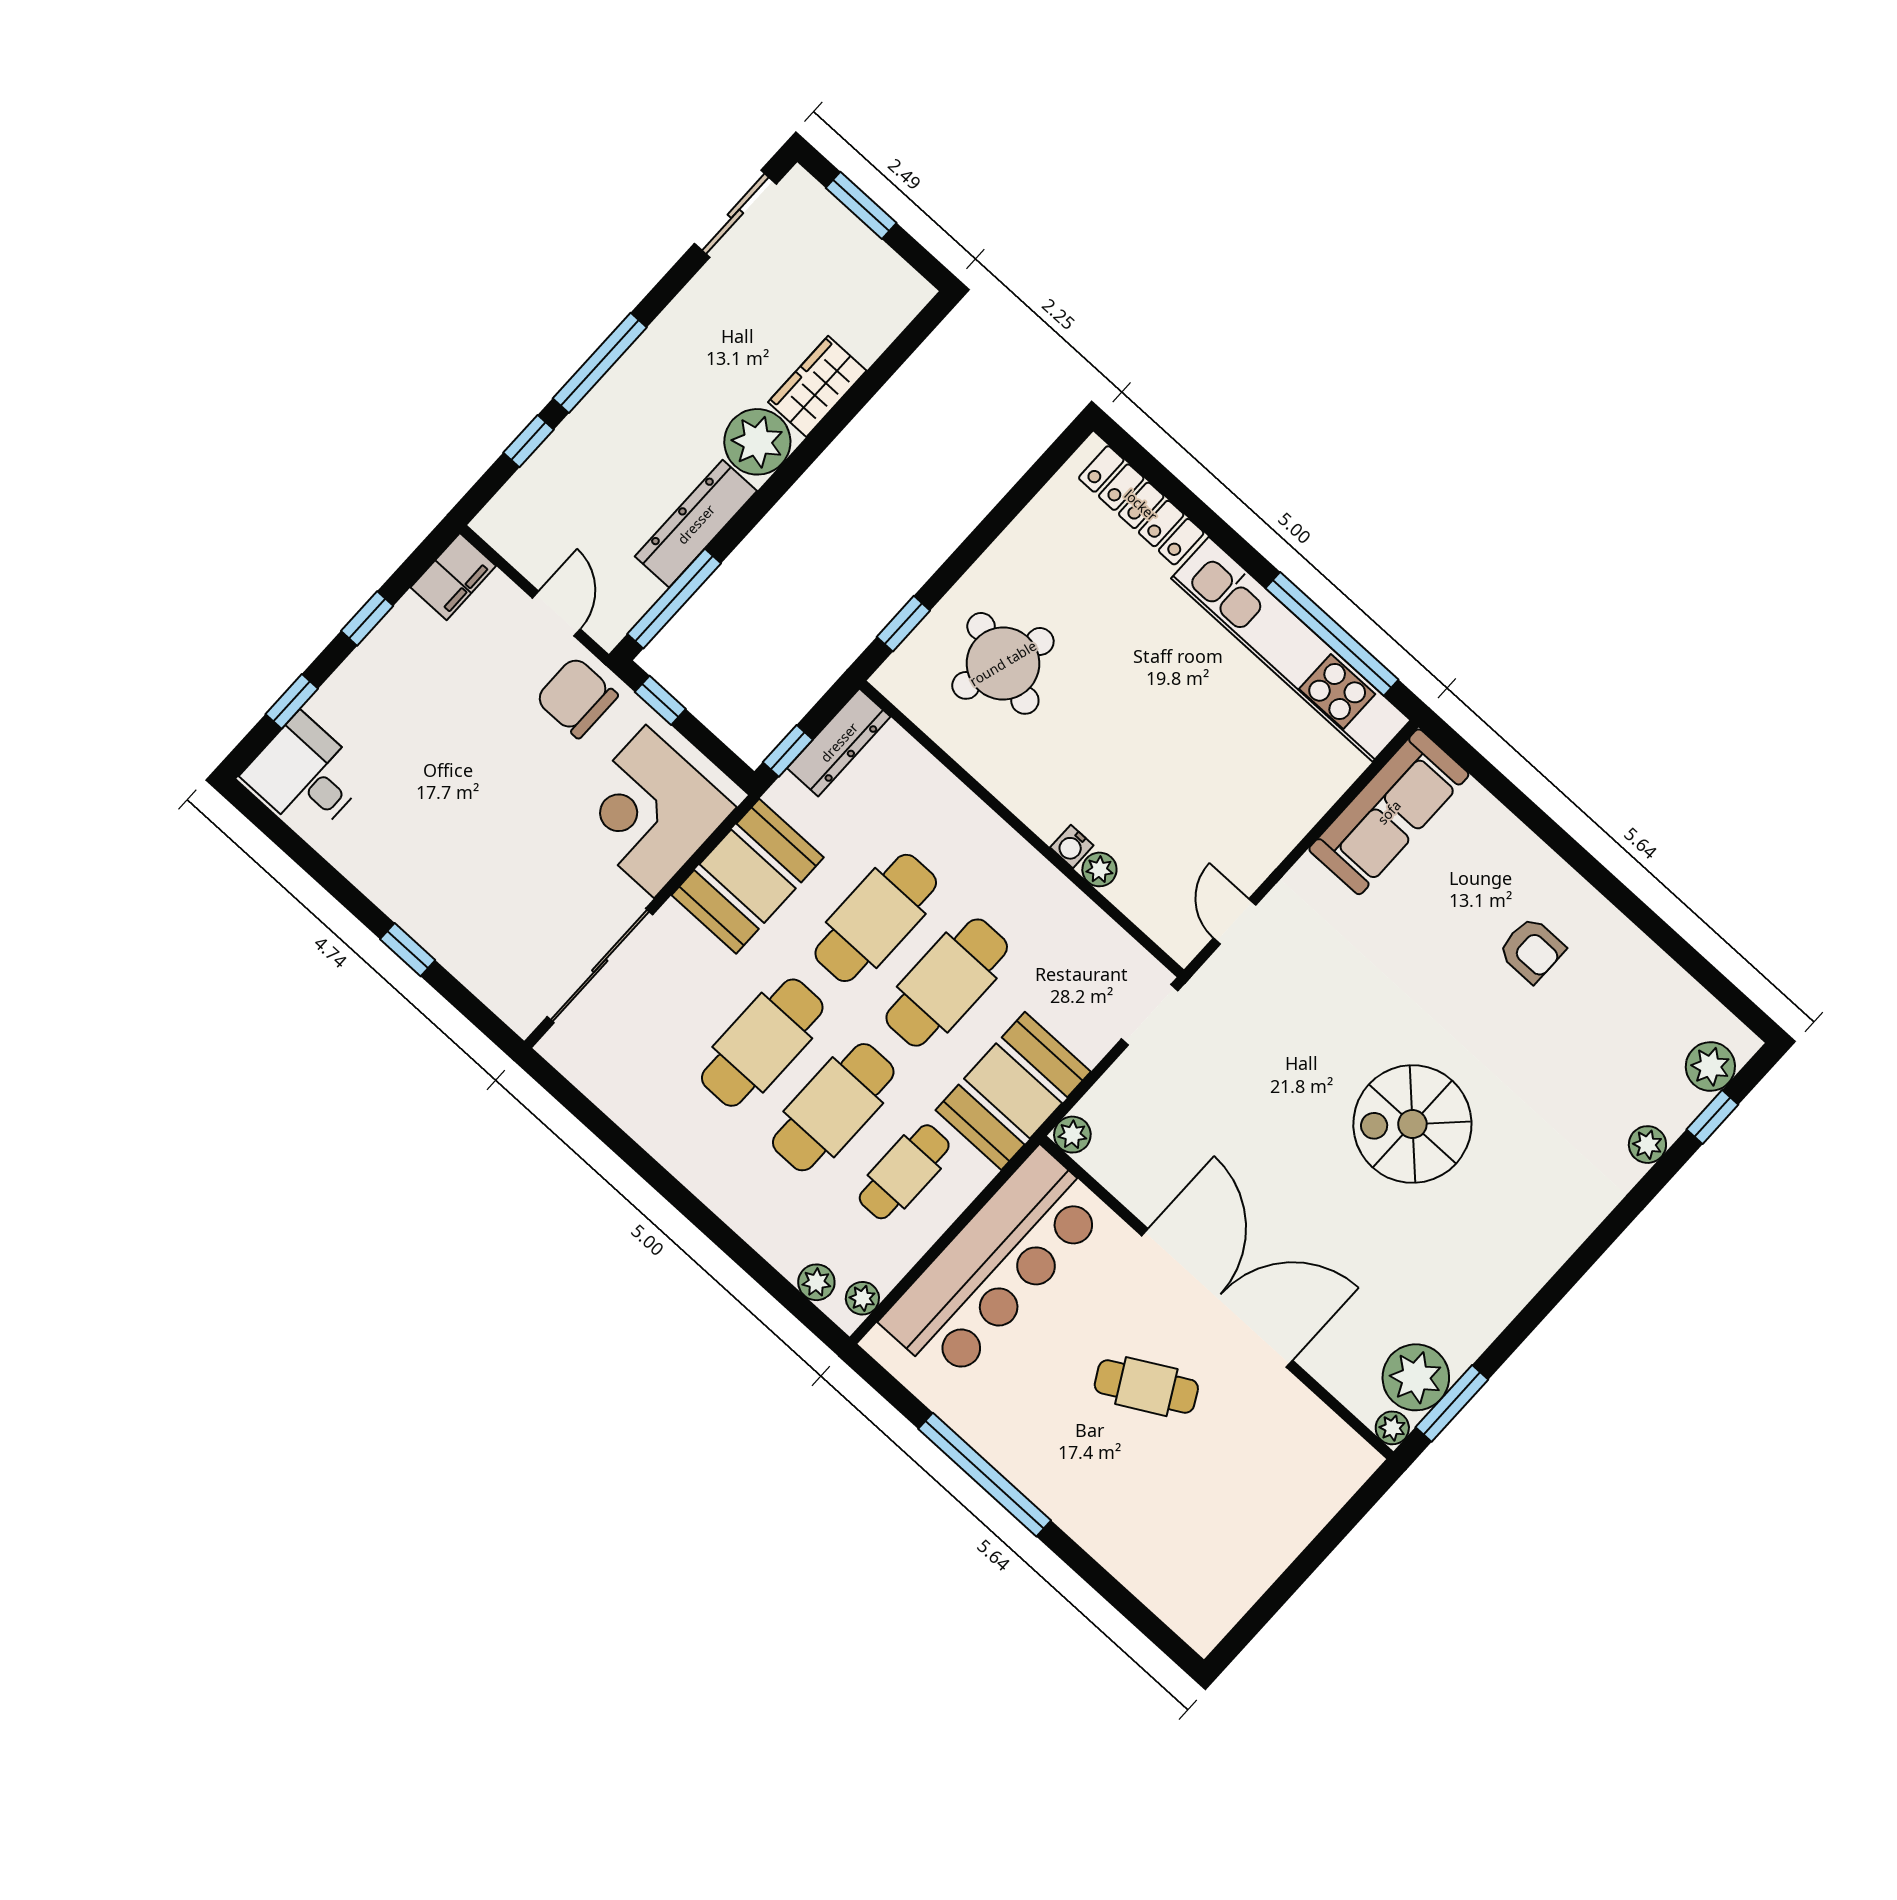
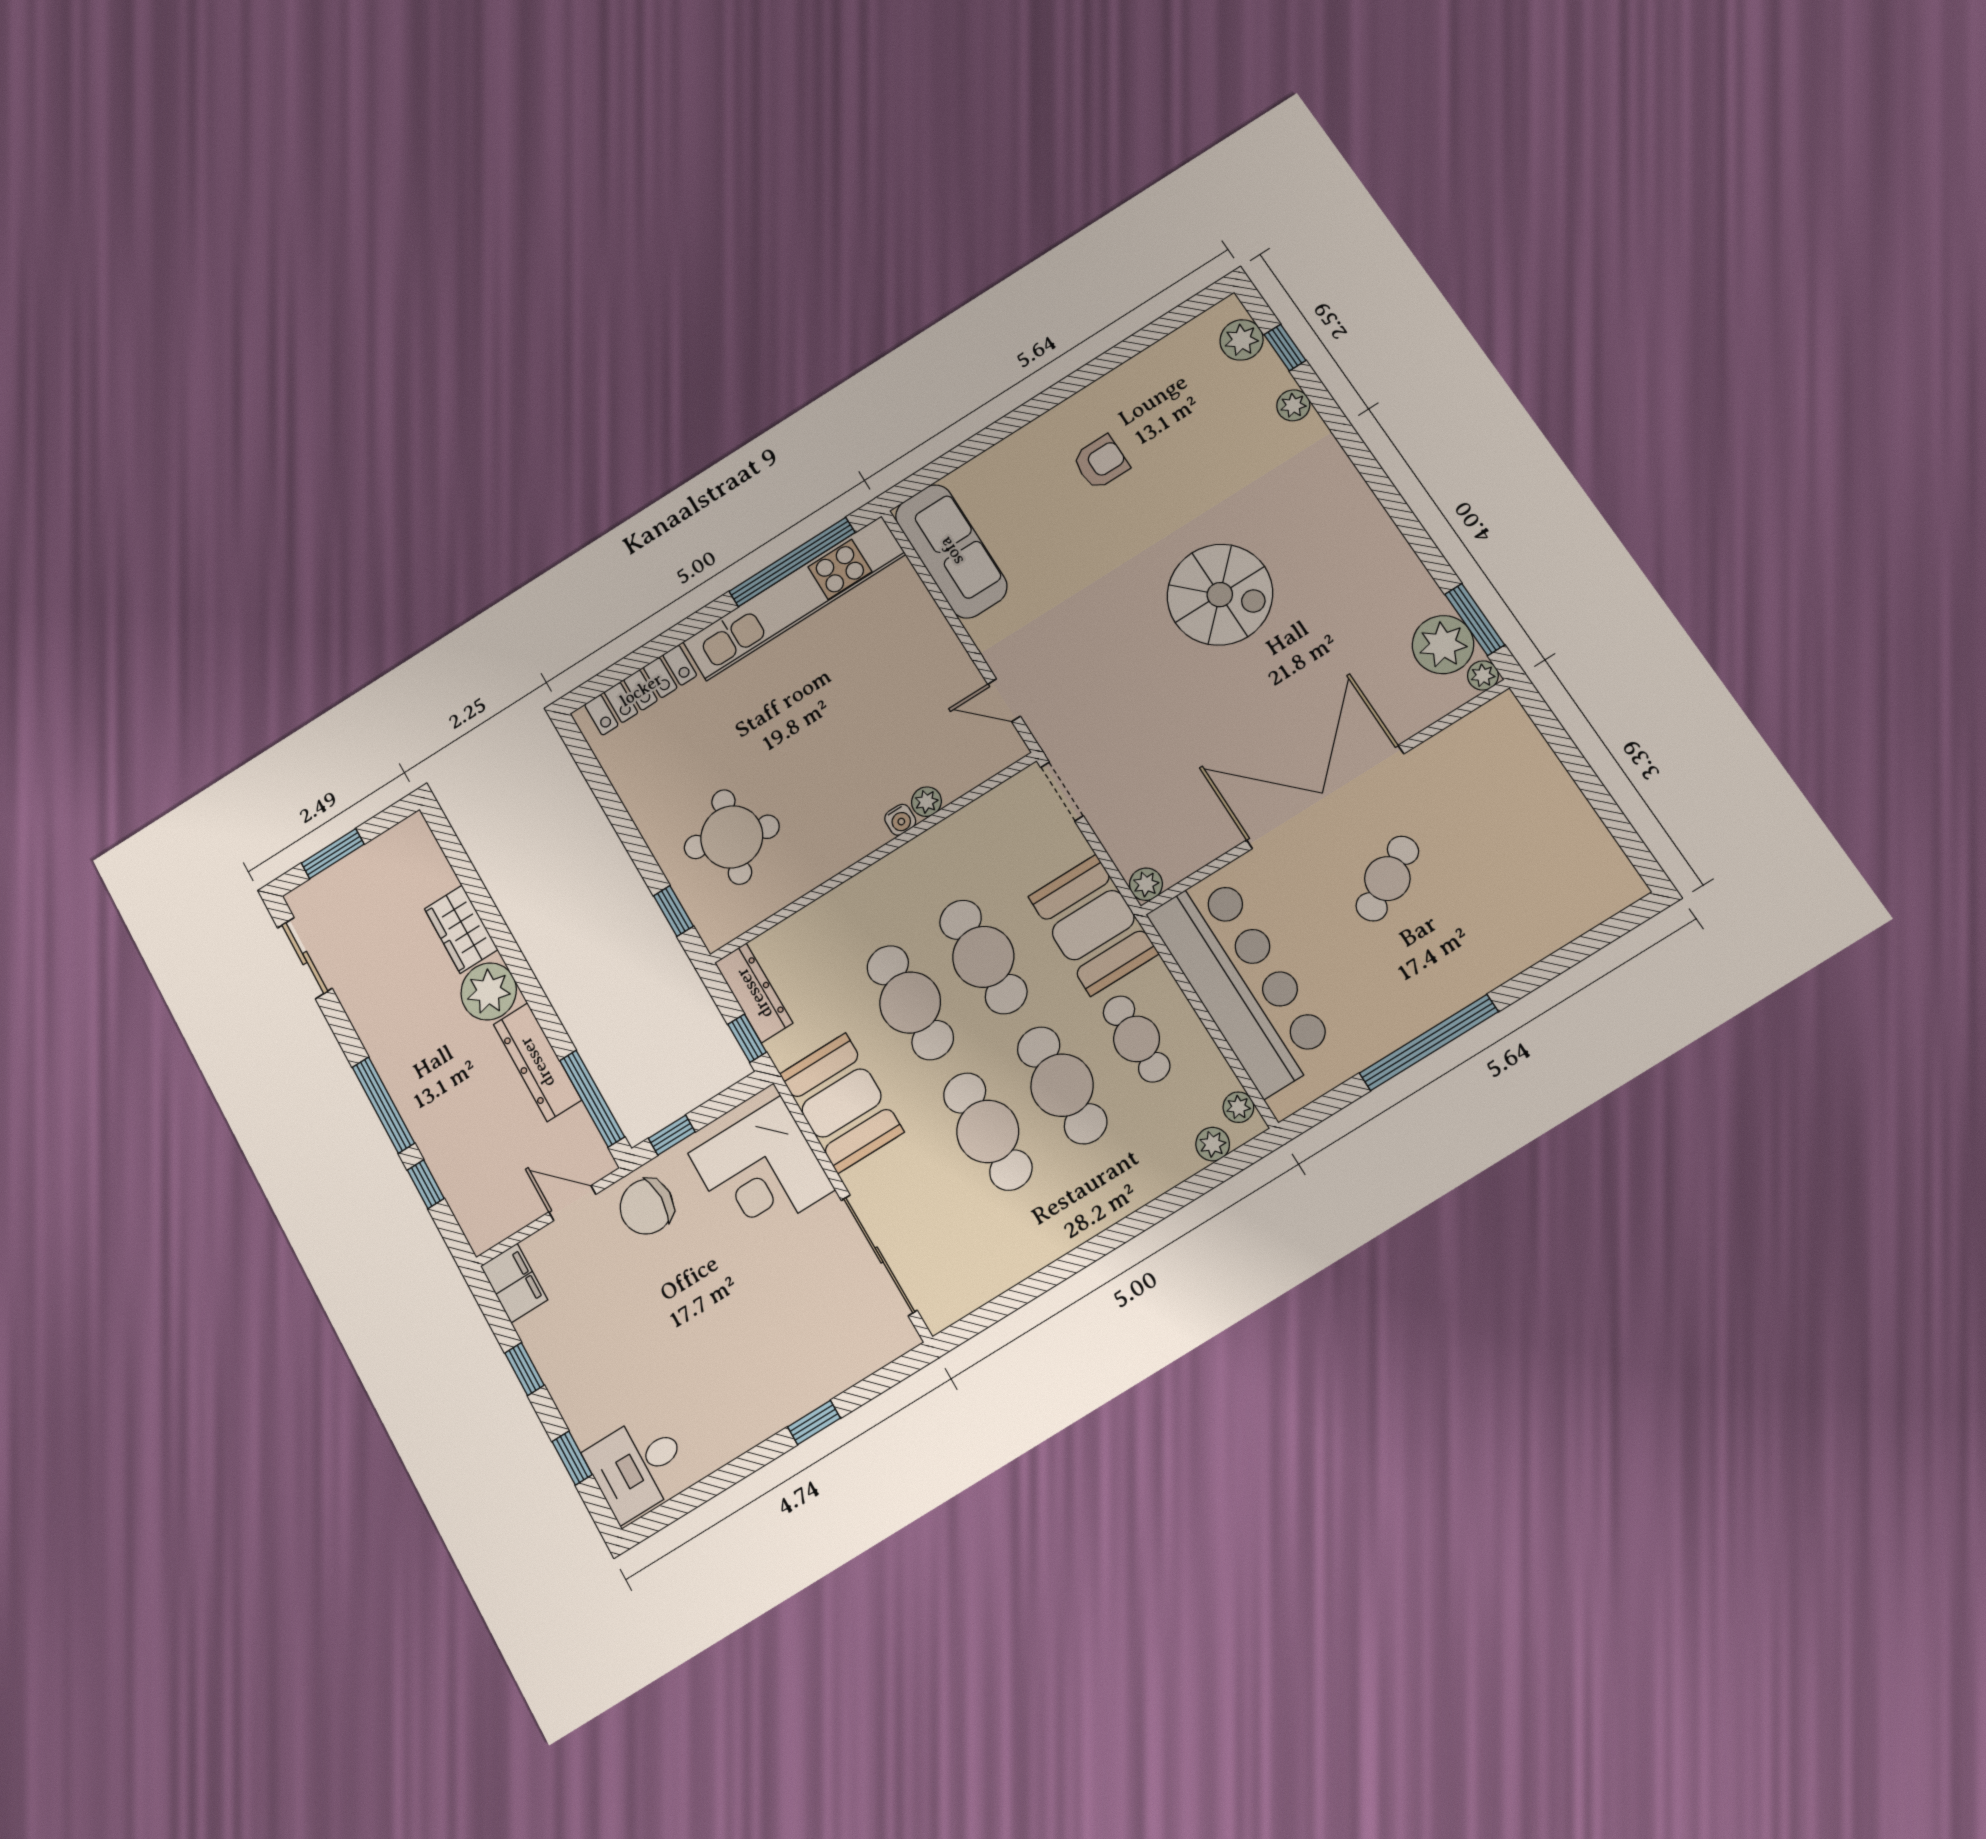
spiral stairs: (1412, 1124) -> (1220, 595), turned -90

